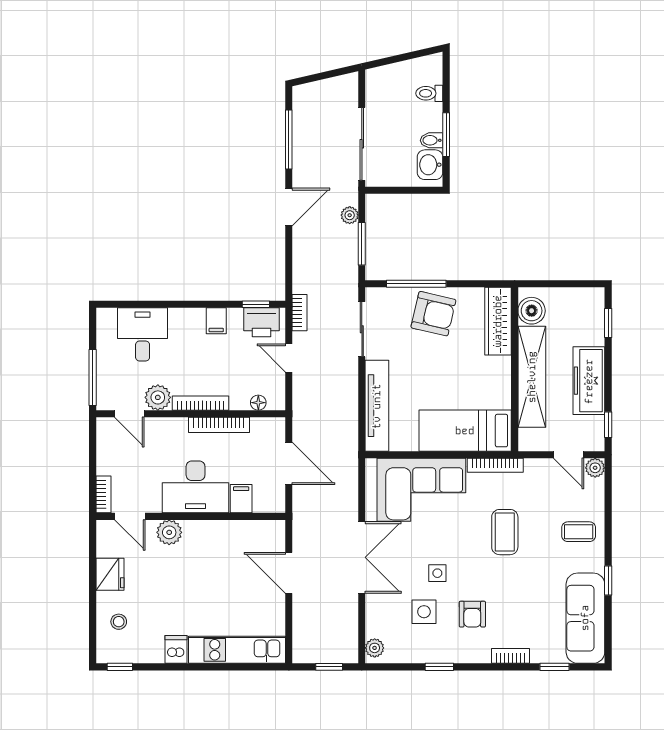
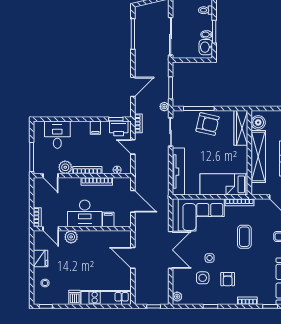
door: (289, 207) -> (133, 87), moved
plant: (350, 215) -> (164, 107), moved

